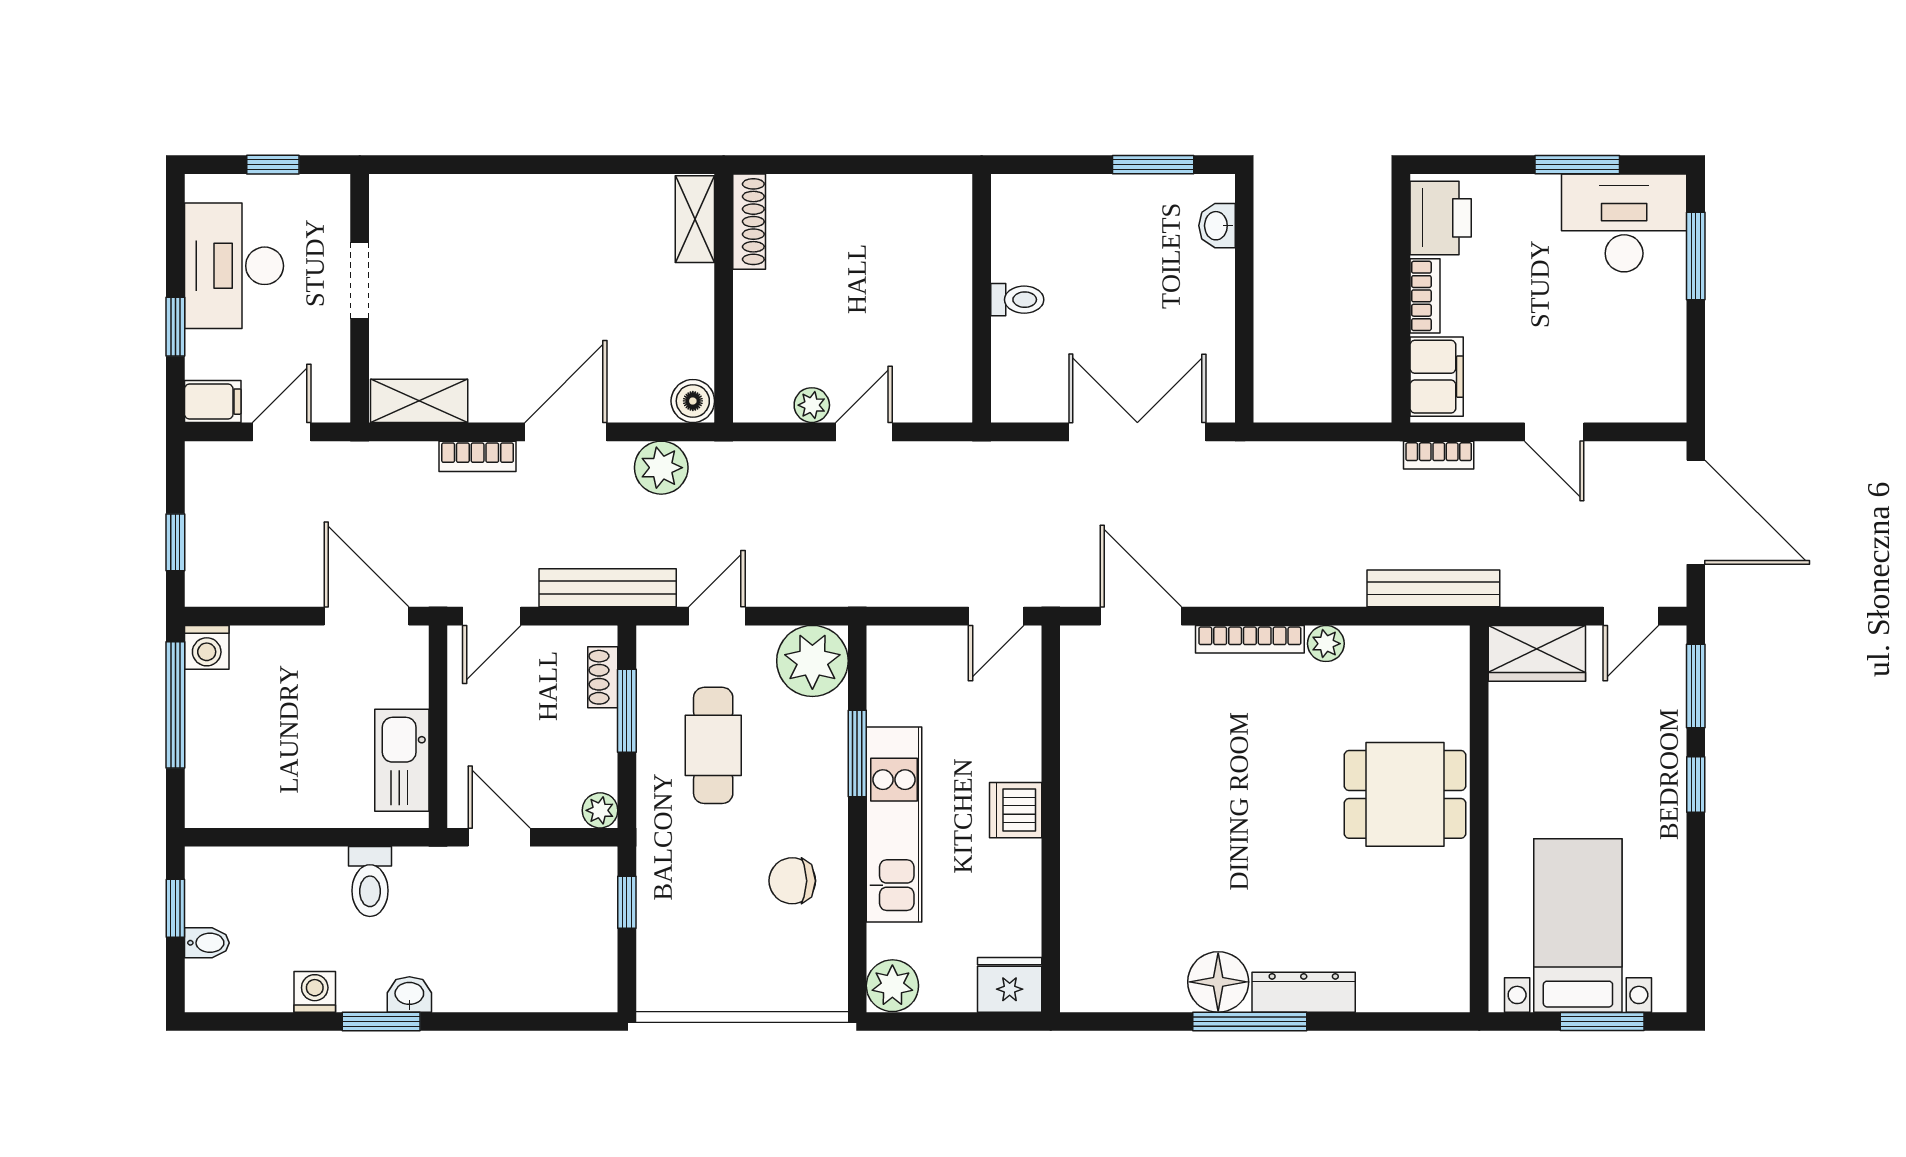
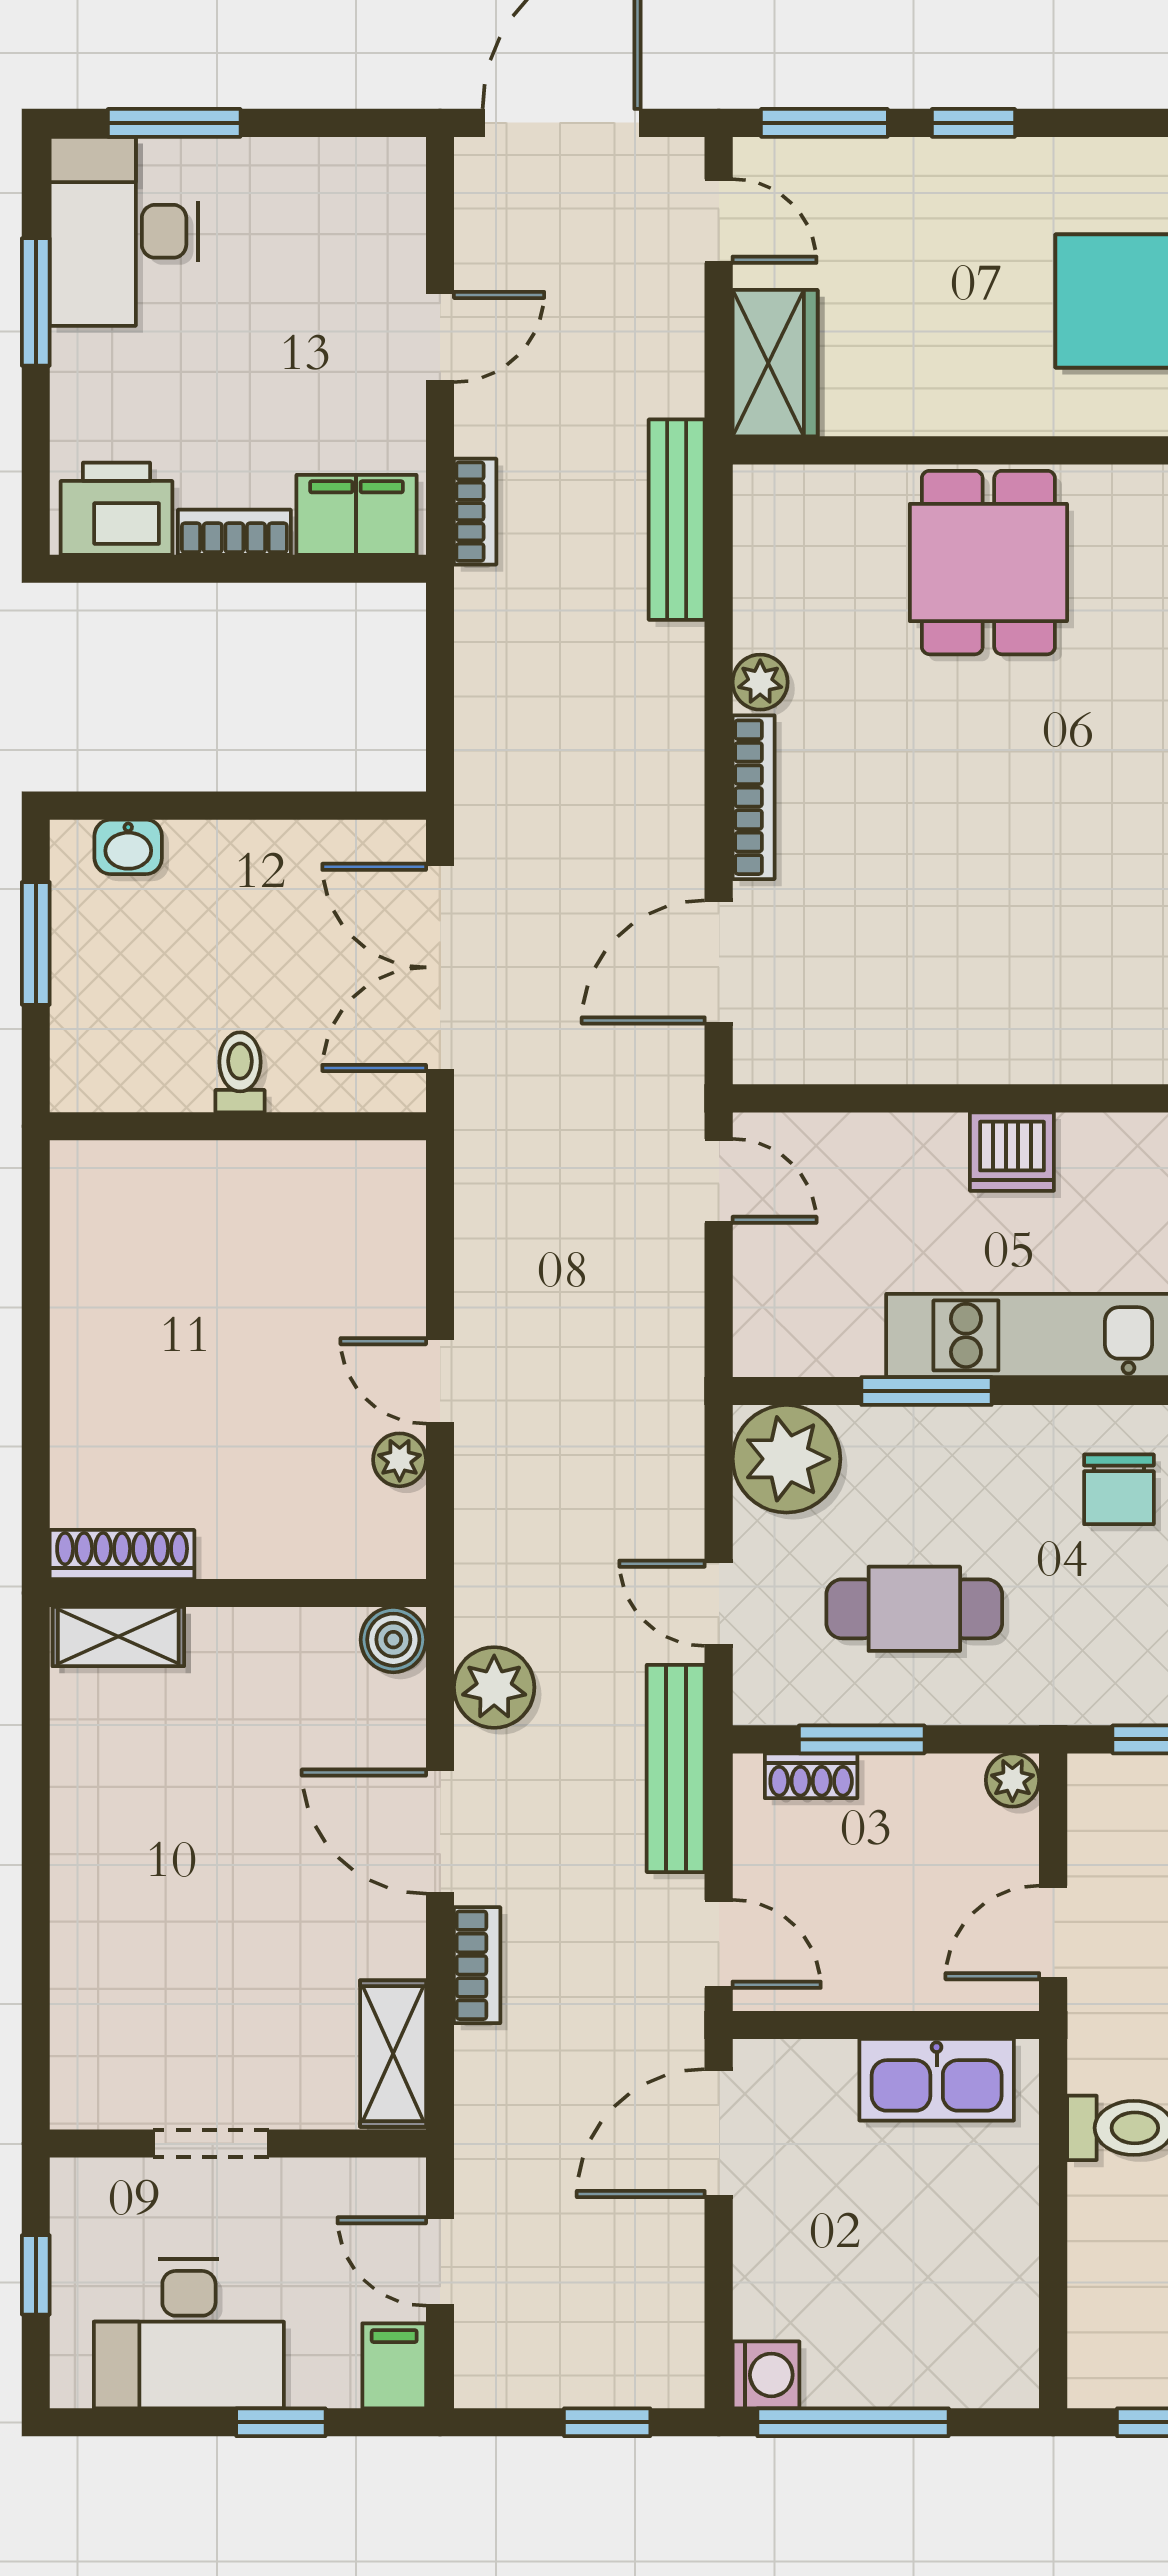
wall: (982, 298) -> (238, 1126), moved
toilet: (1017, 300) -> (240, 1072), moved

